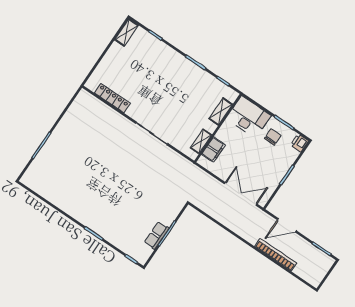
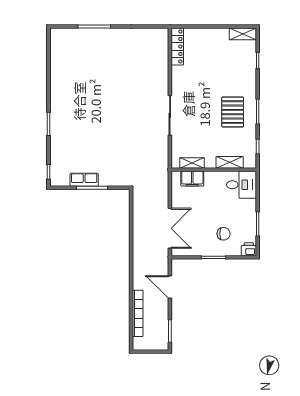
pallet: (183, 82) -> (233, 112), added
locker: (112, 98) -> (177, 46), moved
desk: (249, 117) -> (241, 185), width x0.73
chair: (273, 137) -> (224, 234), moved
bookcase: (276, 255) -> (138, 313), moved

